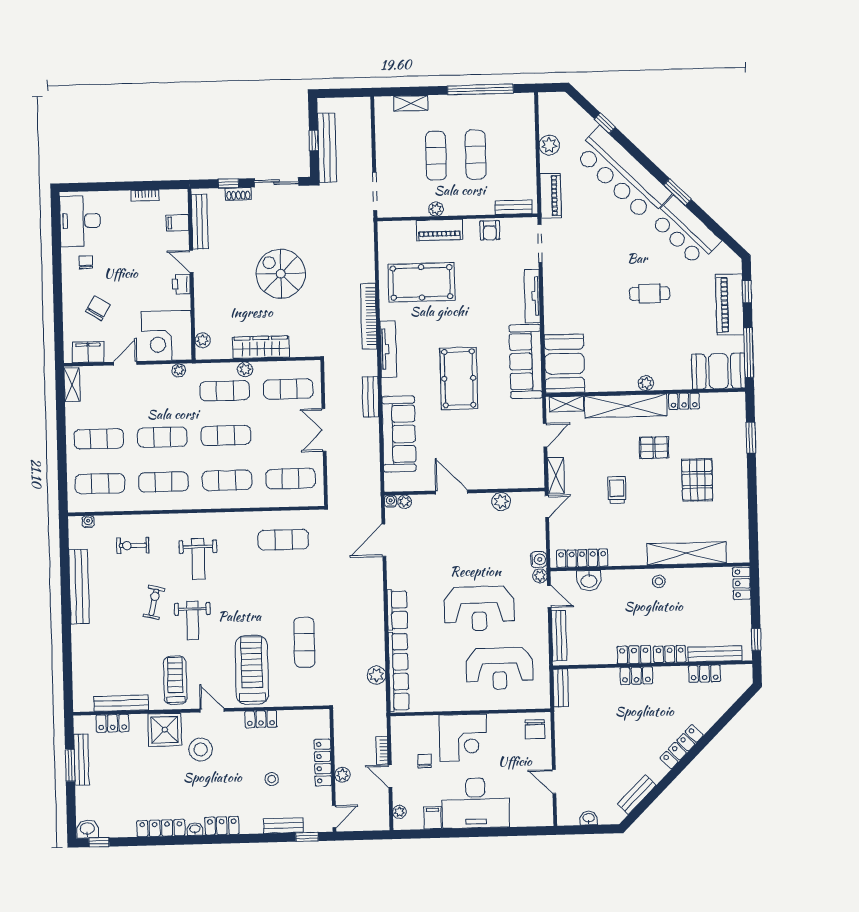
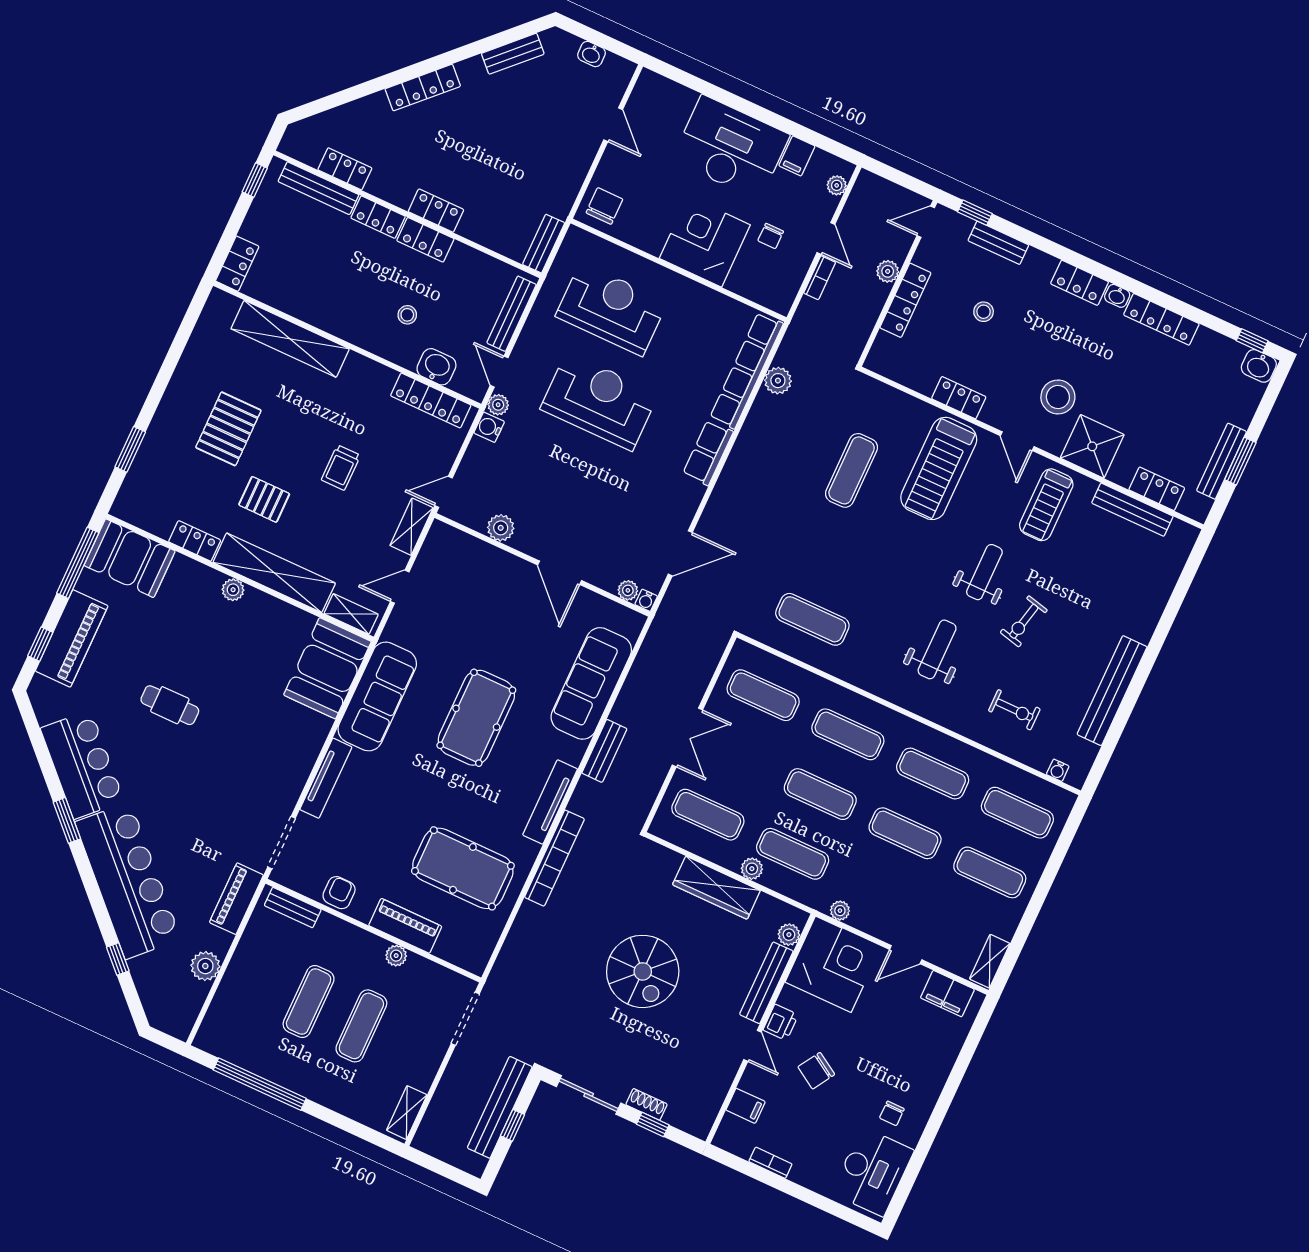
shelving: (411, 103) -> (407, 1113), moved, turned 90
bench: (200, 222) -> (766, 983), moved
chair: (98, 308) -> (816, 1071), moved
stool: (659, 581) -> (407, 315), moved

